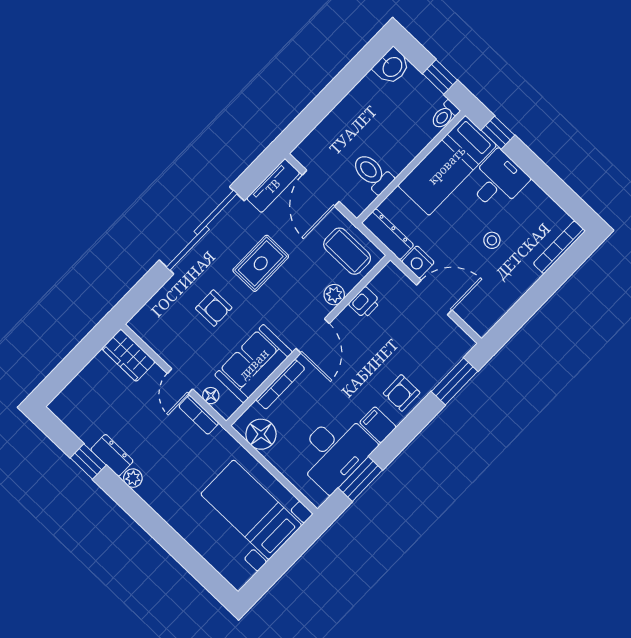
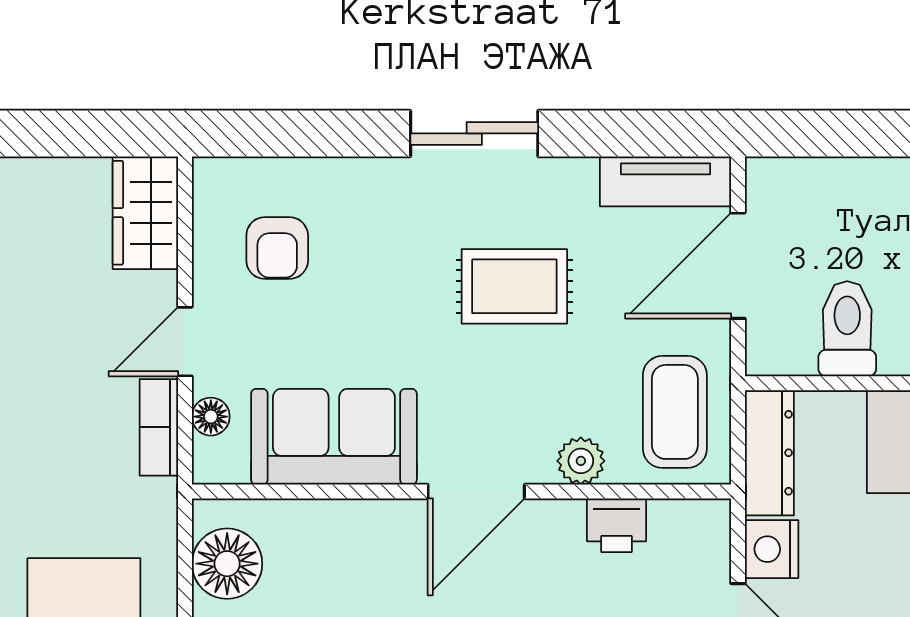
sliding door: (202, 230) -> (474, 133), width x0.54
armchair: (214, 308) -> (277, 248), moved
bookcase: (280, 384) -> (343, 515), removed

